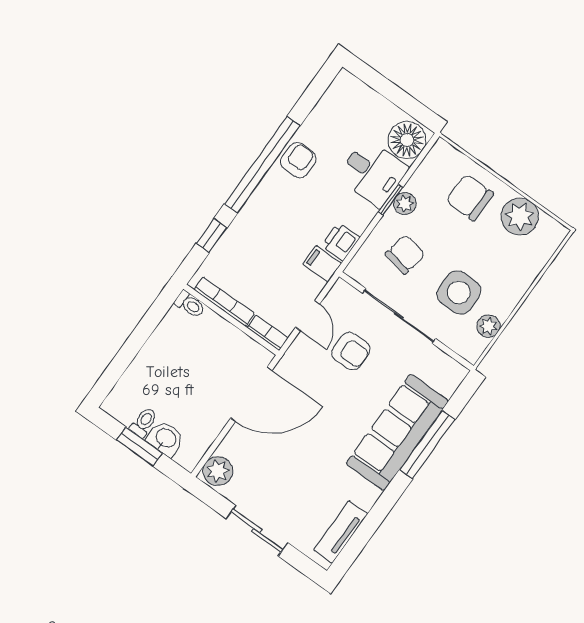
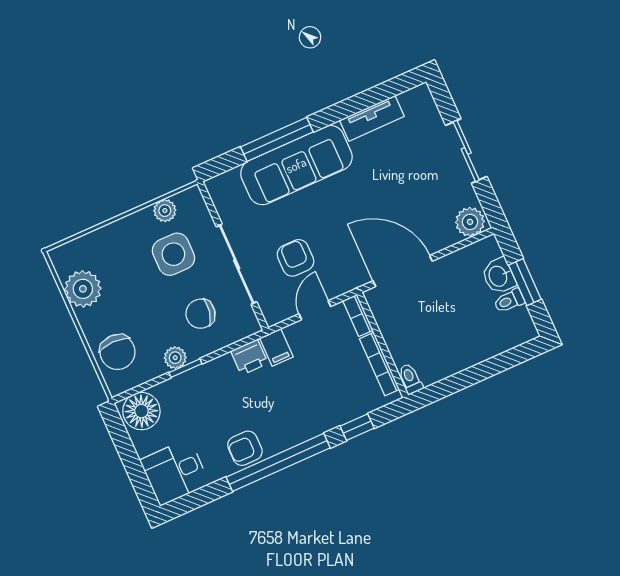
desk: (373, 173) -> (175, 472), moved, turned -90
chair: (470, 197) -> (117, 352), moved
tv unit: (341, 532) -> (372, 118), moved

